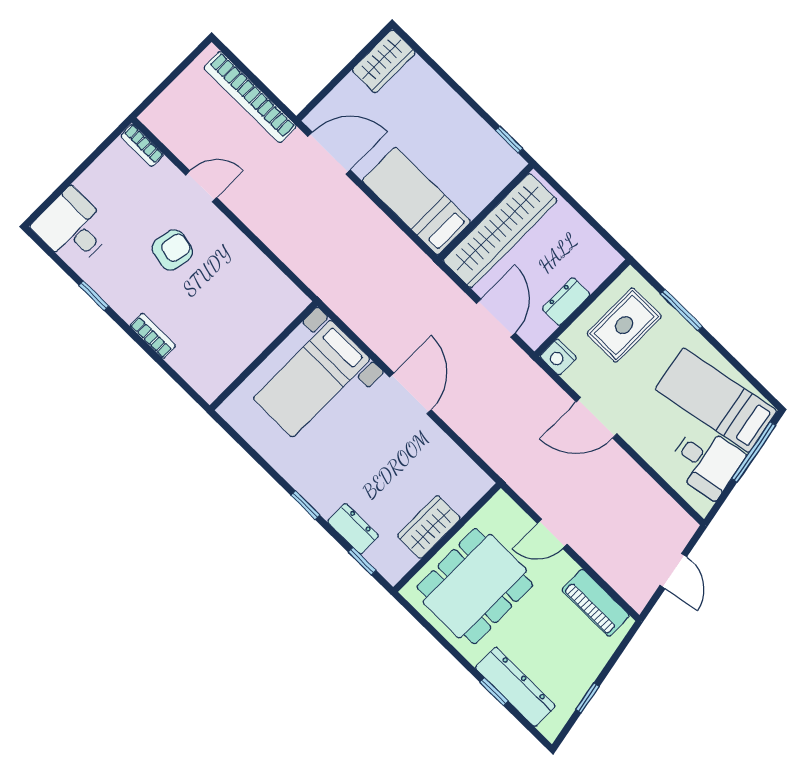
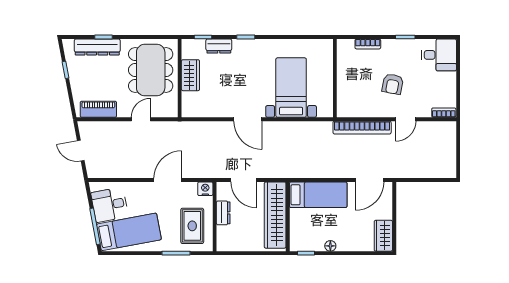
bookcase: (250, 97) -> (362, 128), moved, turned 180
floor lamp: (467, 117) -> (330, 246), added
wall: (263, 356) -> (335, 78), moved

